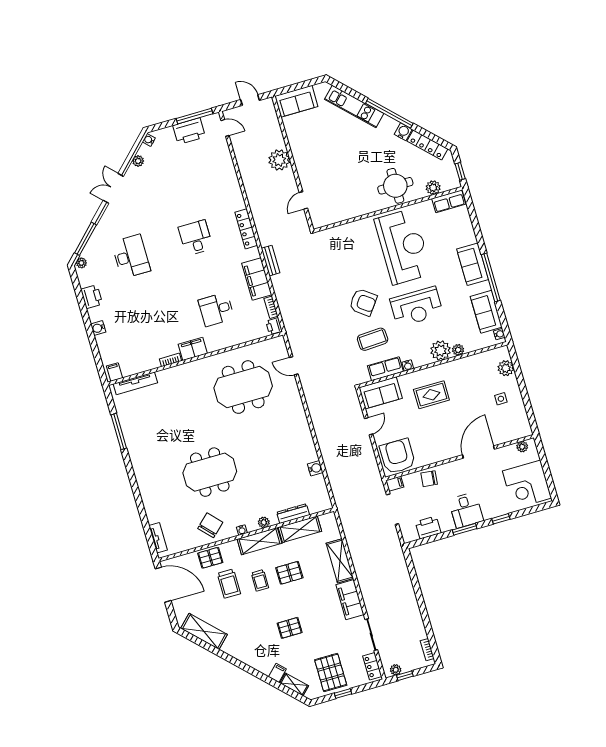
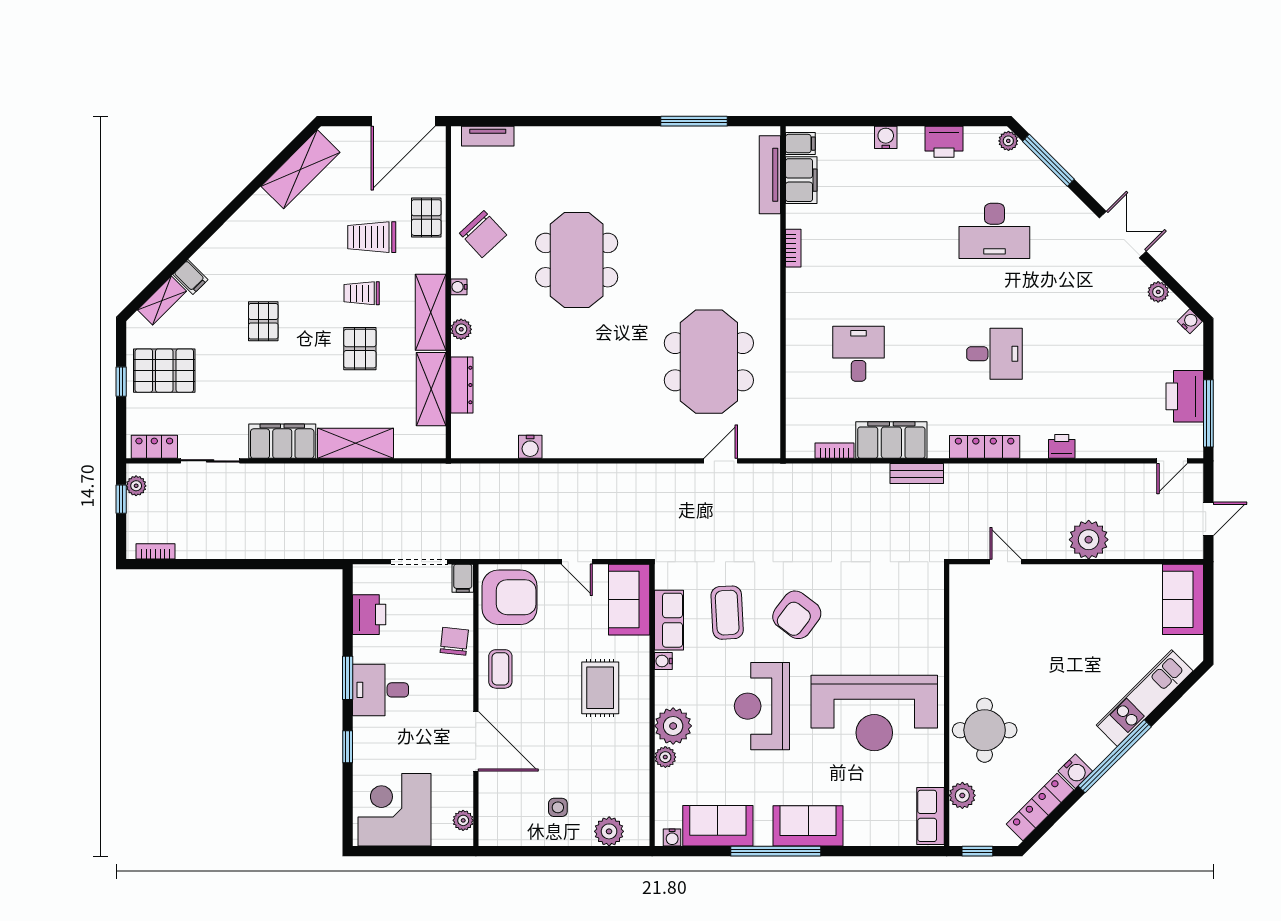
printer: (274, 326) -> (1062, 446), moved
filing cabinet: (193, 349) -> (801, 180), moved
coffee table: (437, 450) -> (500, 669), added

